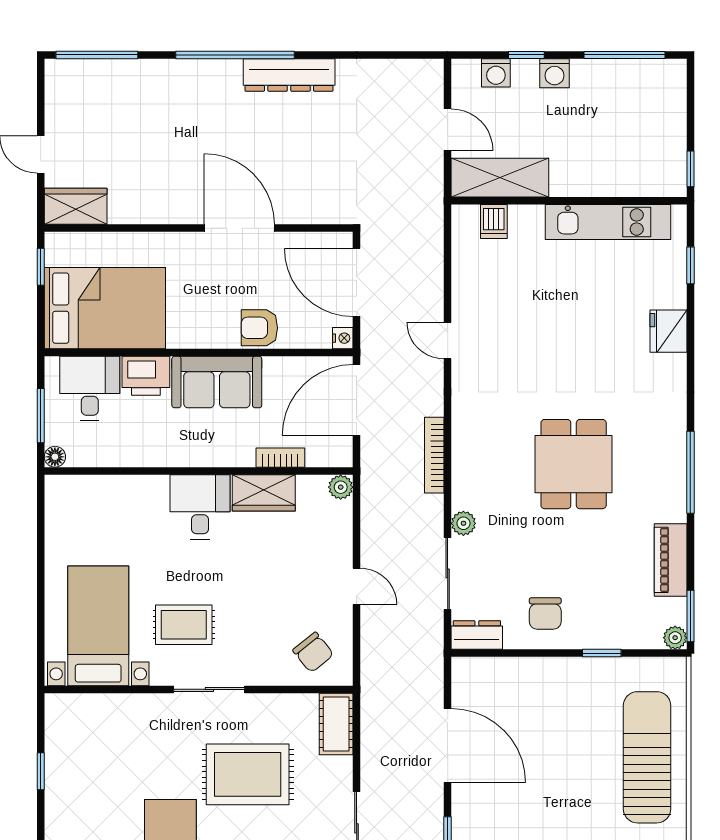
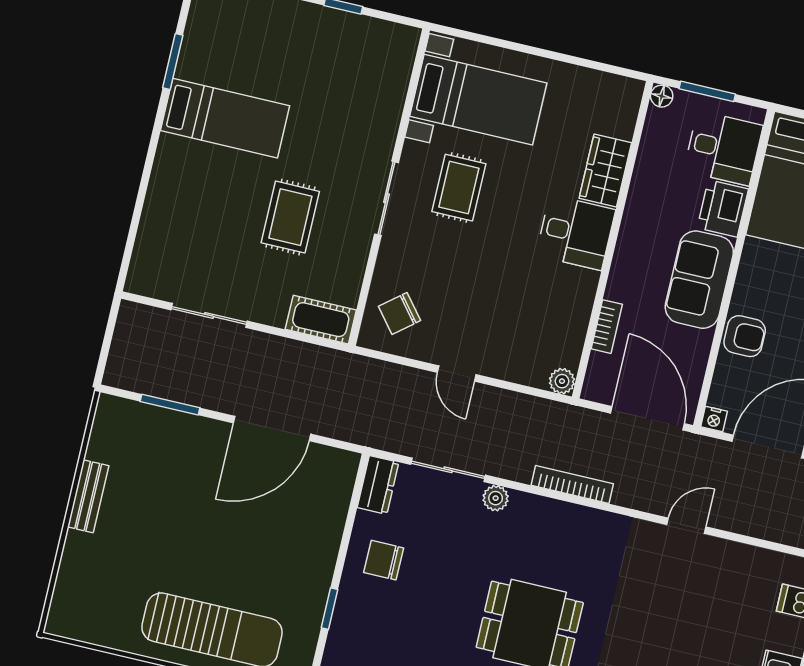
armchair: (259, 328) -> (745, 336), turned 90
wardrobe: (264, 493) -> (605, 171), moved
door: (357, 586) -> (457, 374), hinge flipped
rug: (248, 774) -> (290, 217), width x0.73, depth x0.70

